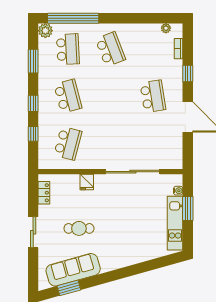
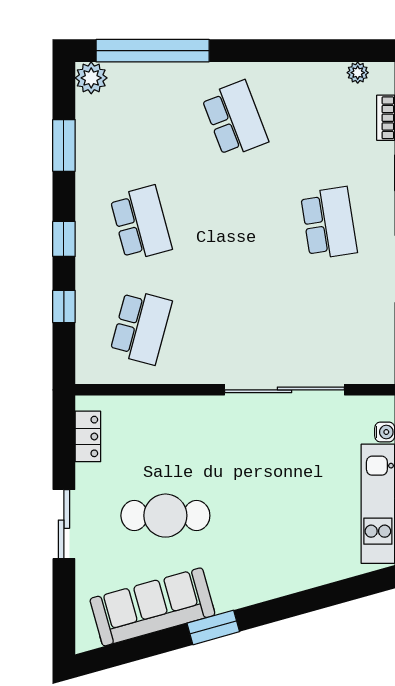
school desk: (68, 49) -> (141, 119), removed
fridge: (87, 182) -> (183, 413), removed
cafe table: (79, 228) -> (165, 516), width x1.37, depth x1.35
window: (69, 288) -> (213, 627), moved

